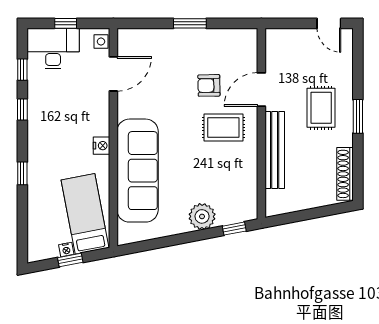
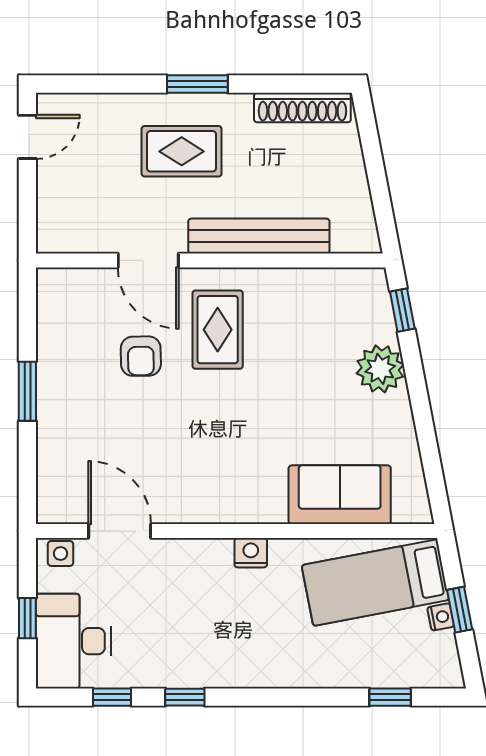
sofa: (138, 171) -> (340, 495), width x0.54, depth x0.79
window: (22, 173) -> (390, 697), moved

